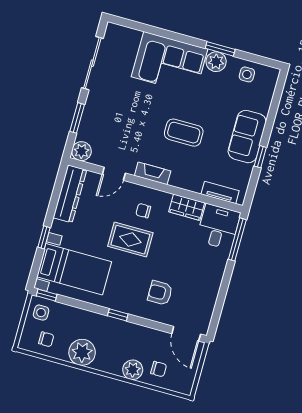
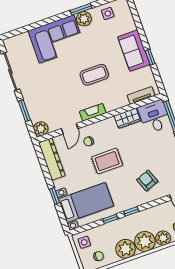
chair: (143, 211) -> (89, 141), moved
armchair: (160, 293) -> (147, 181), turned 69
window: (47, 295) -> (110, 219), moved
plant: (110, 359) -> (145, 241), added

